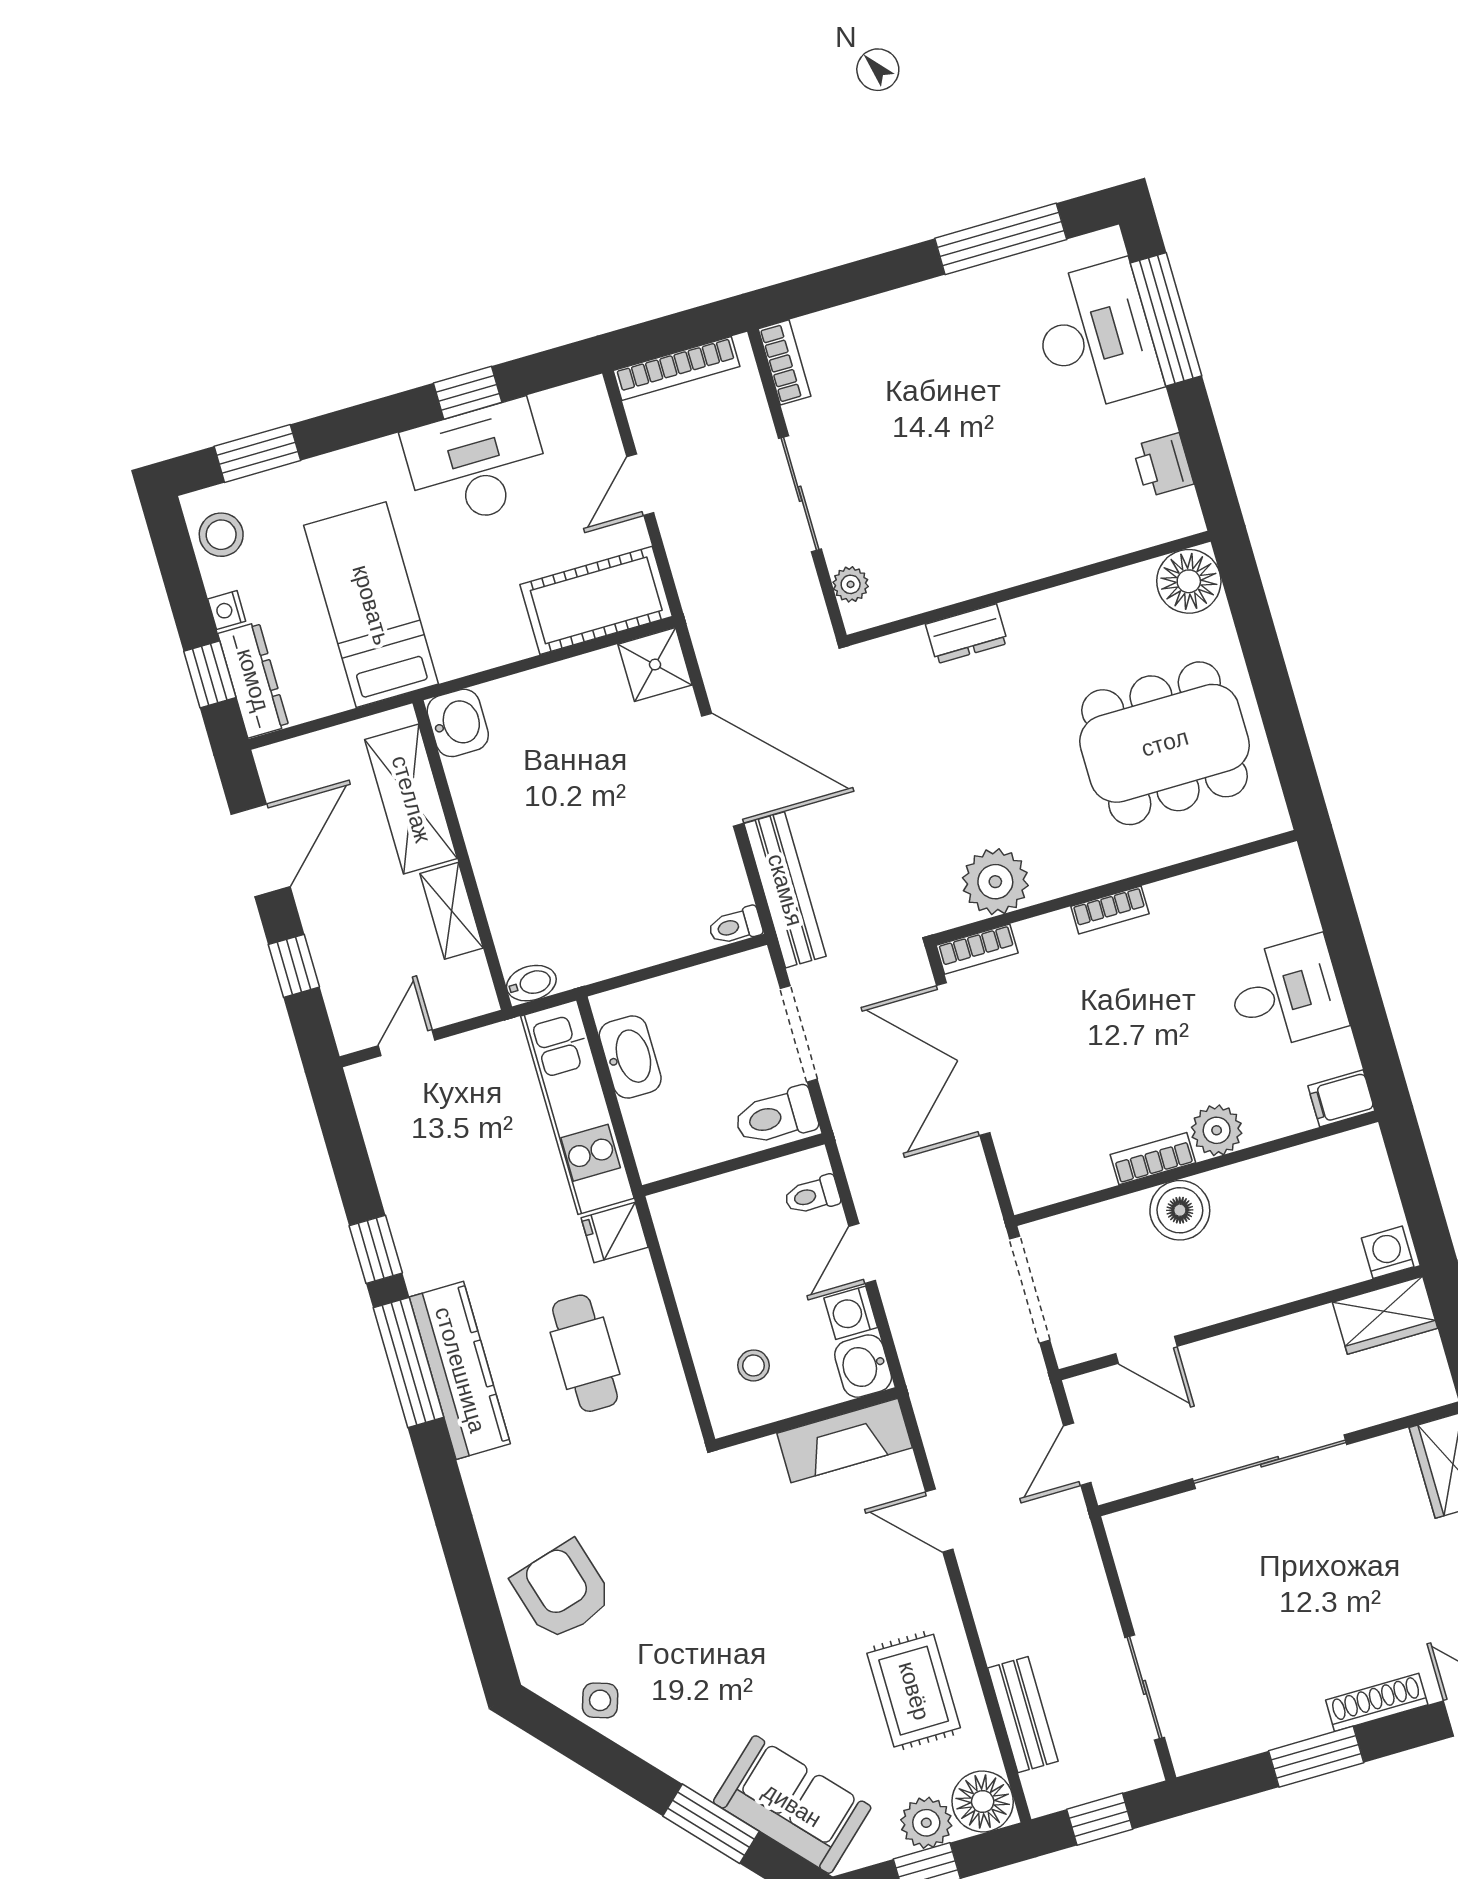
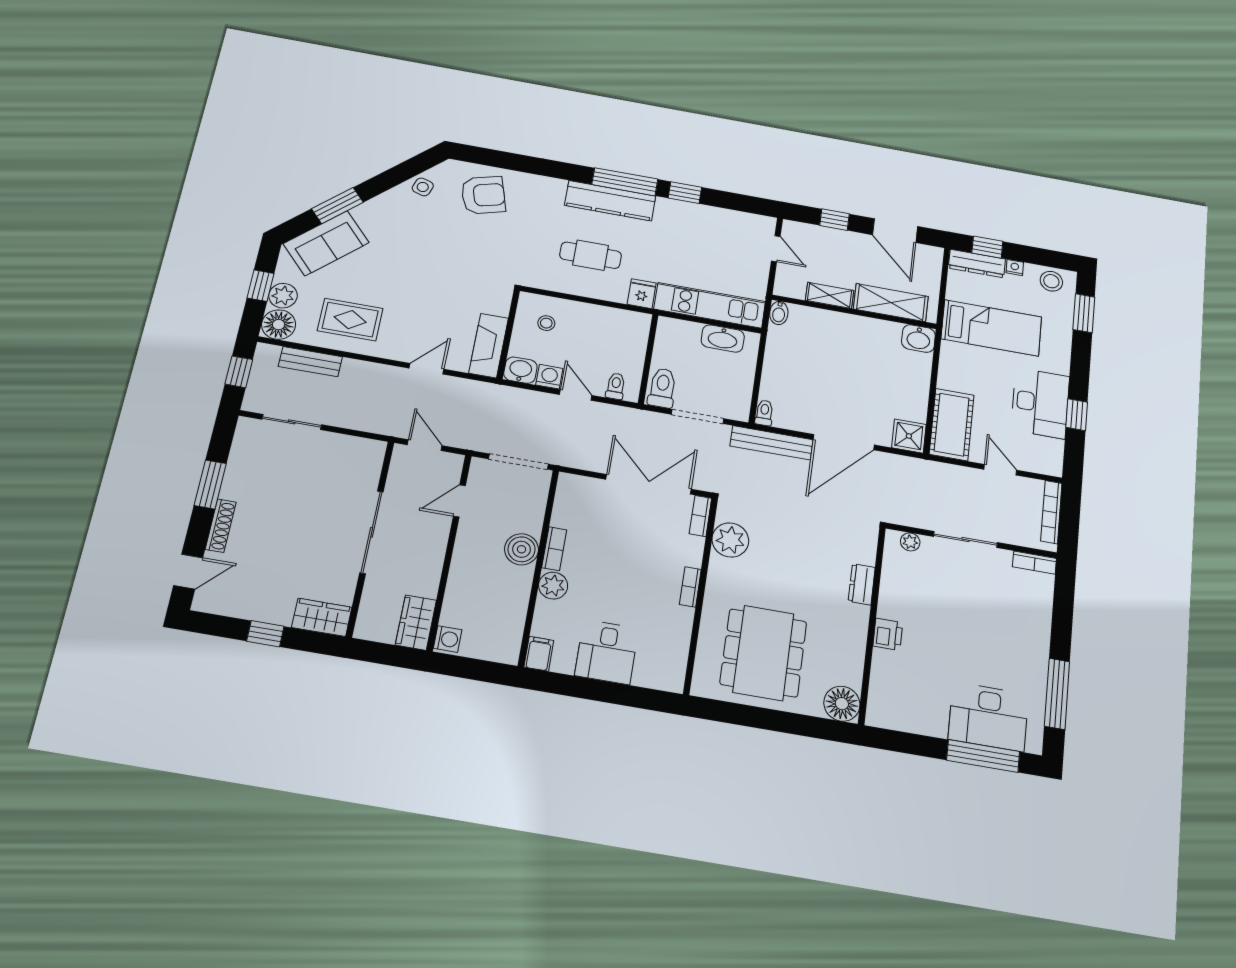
printer: (1163, 465) -> (888, 634), moved, turned 90

